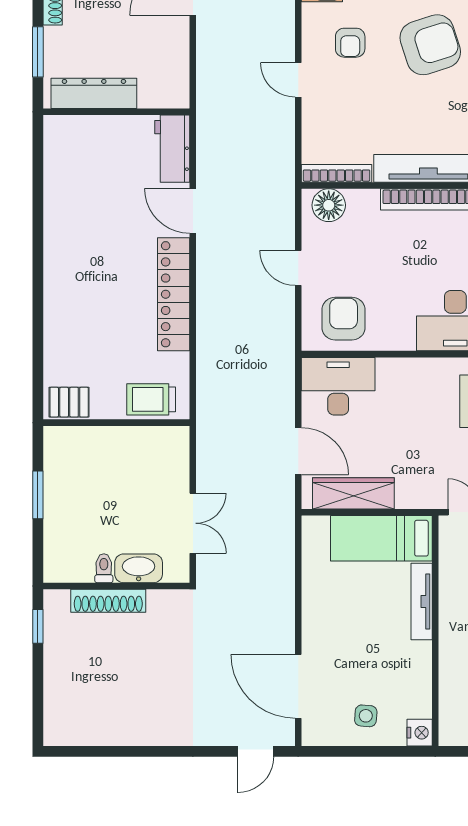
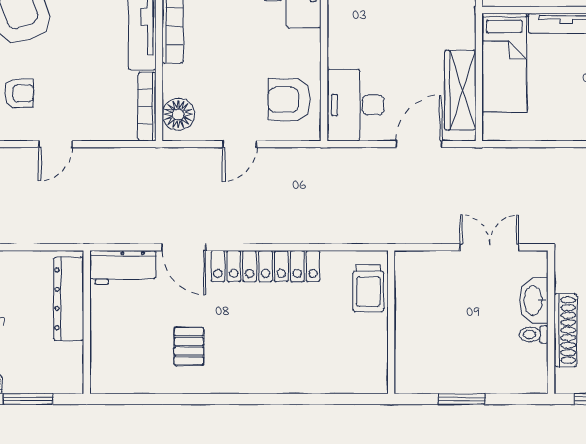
dresser: (94, 93) -> (69, 299), moved
door: (193, 211) -> (184, 247), hinge flipped
pallet: (69, 402) -> (189, 346), moved

